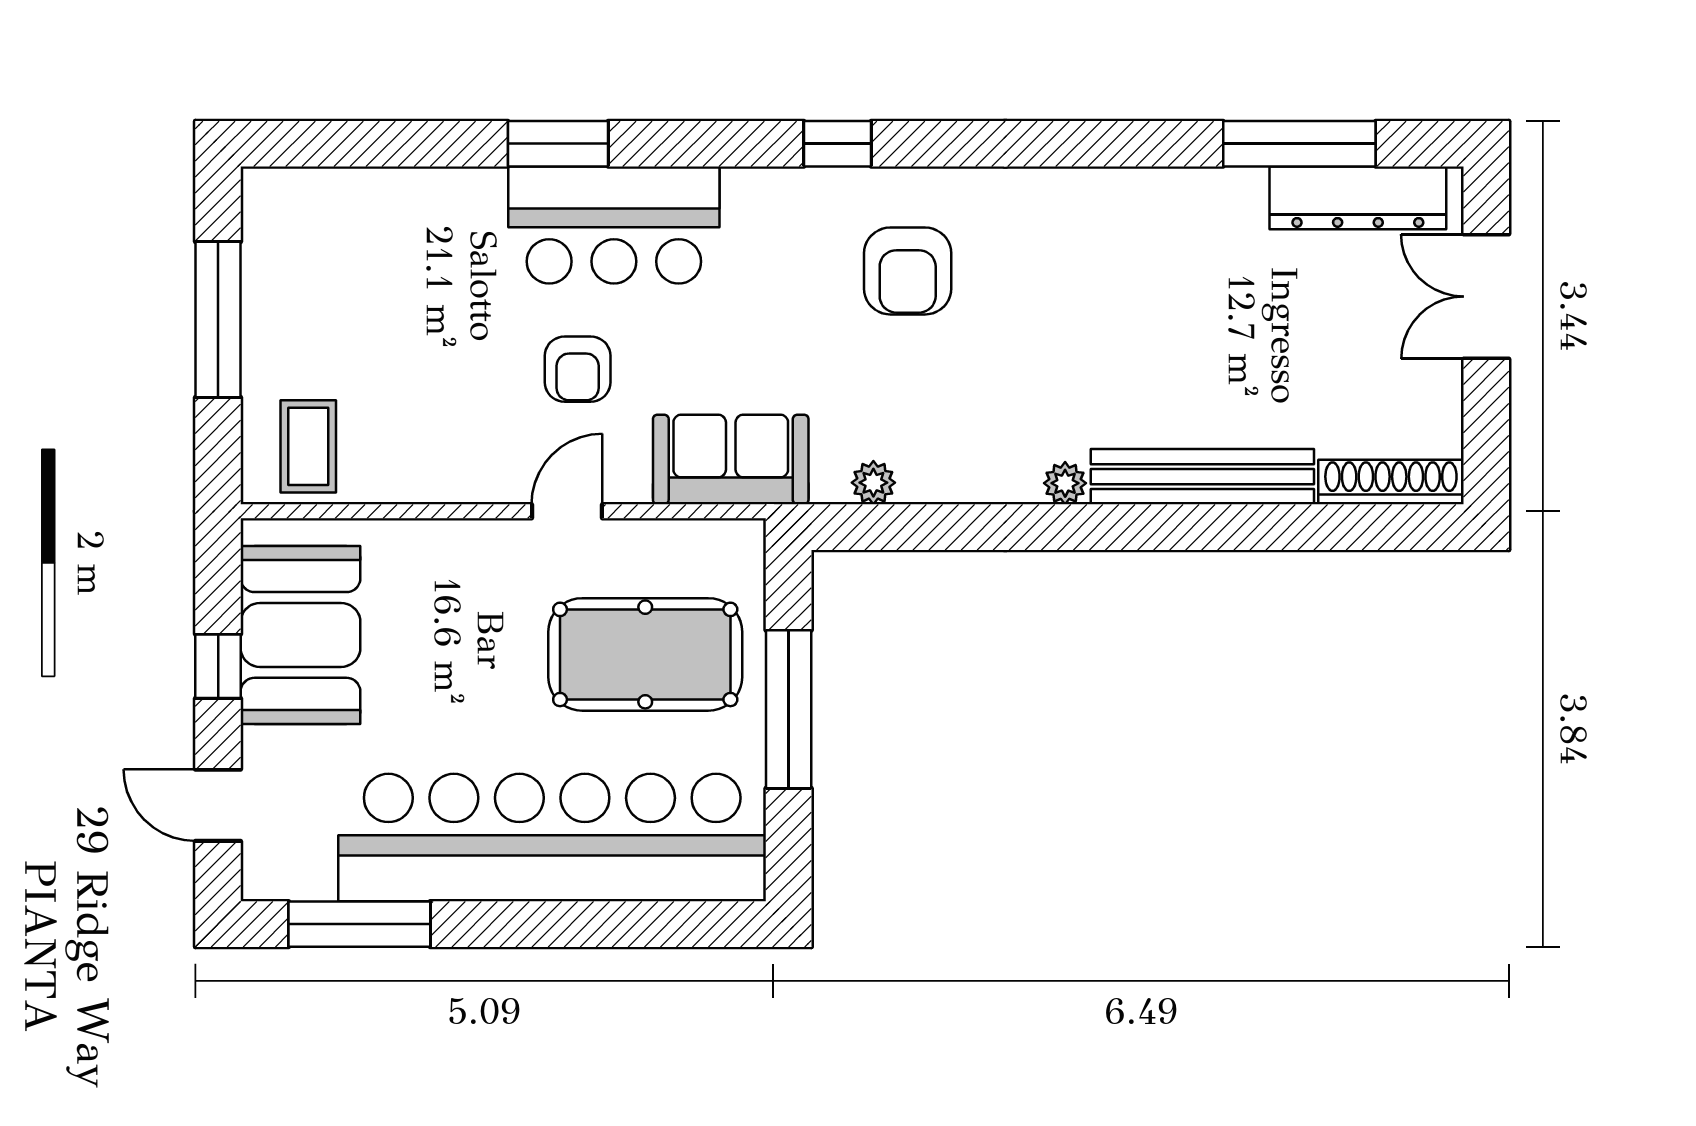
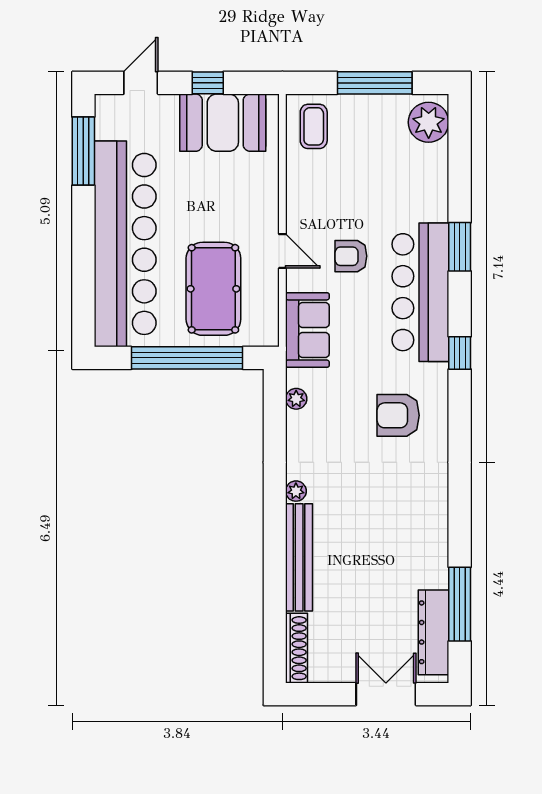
window: (837, 144) -> (460, 353), moved
plant: (300, 208) -> (429, 122), added
bar counter: (614, 225) -> (420, 292), width x1.36
coffee table: (308, 446) -> (314, 126), turned 90
window: (789, 709) -> (187, 358), width x1.46

